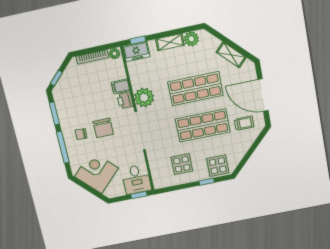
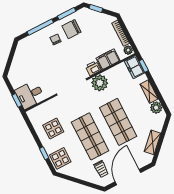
filing cabinet: (121, 86) -> (108, 59), width x2.00
chair: (103, 128) -> (71, 29), moved
corner desk: (96, 172) -> (27, 60), removed

